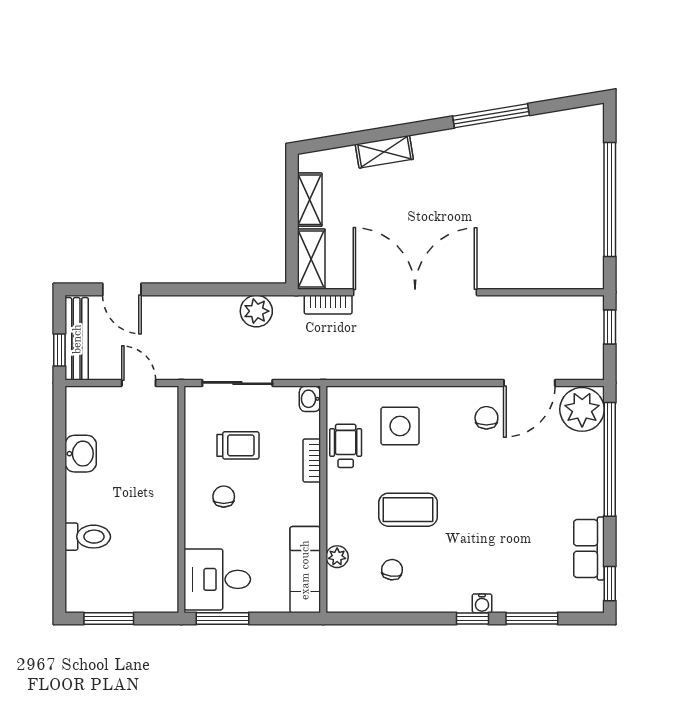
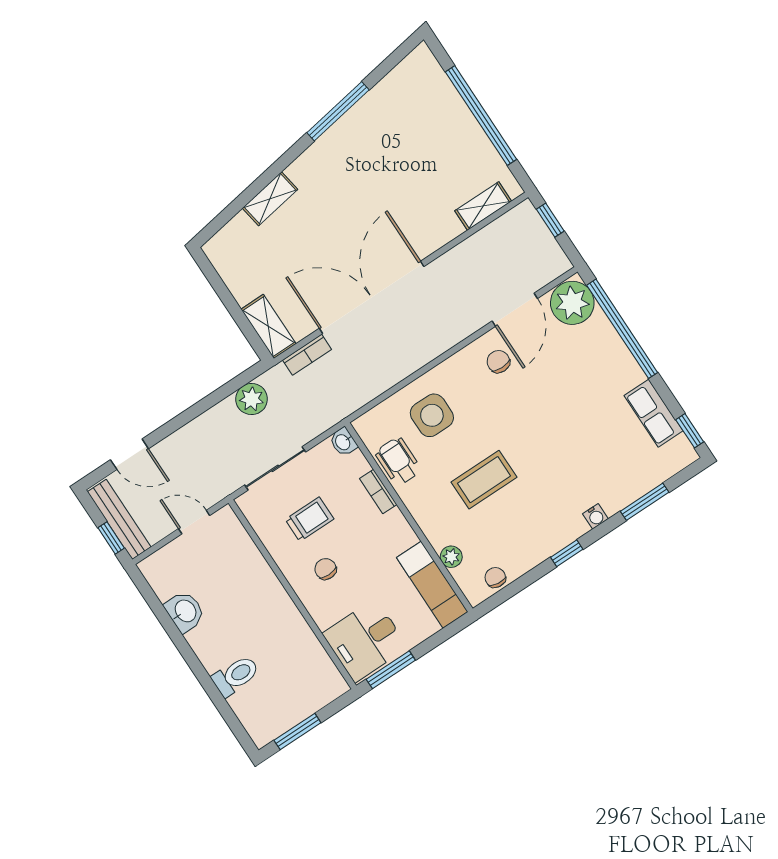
shelving: (310, 200) -> (483, 206), moved, turned 90
chair: (392, 570) -> (495, 578), moved
window: (472, 618) -> (567, 553), moved

